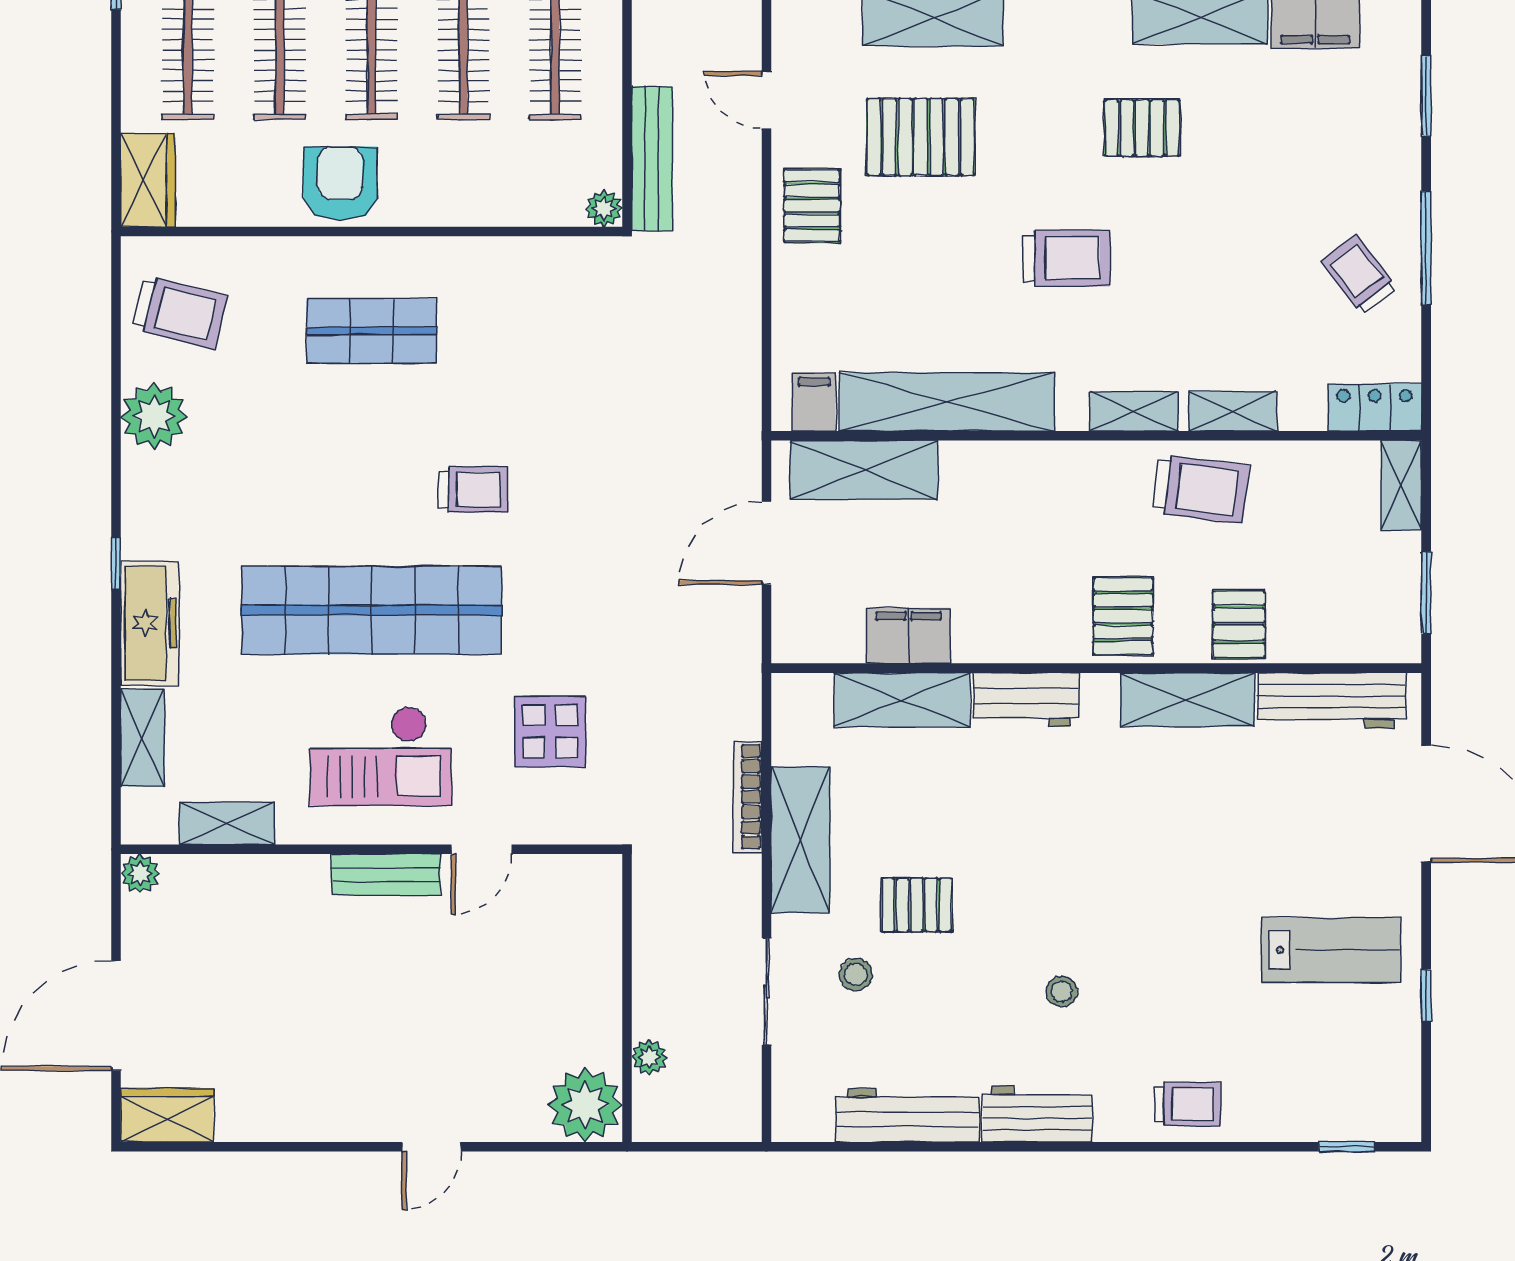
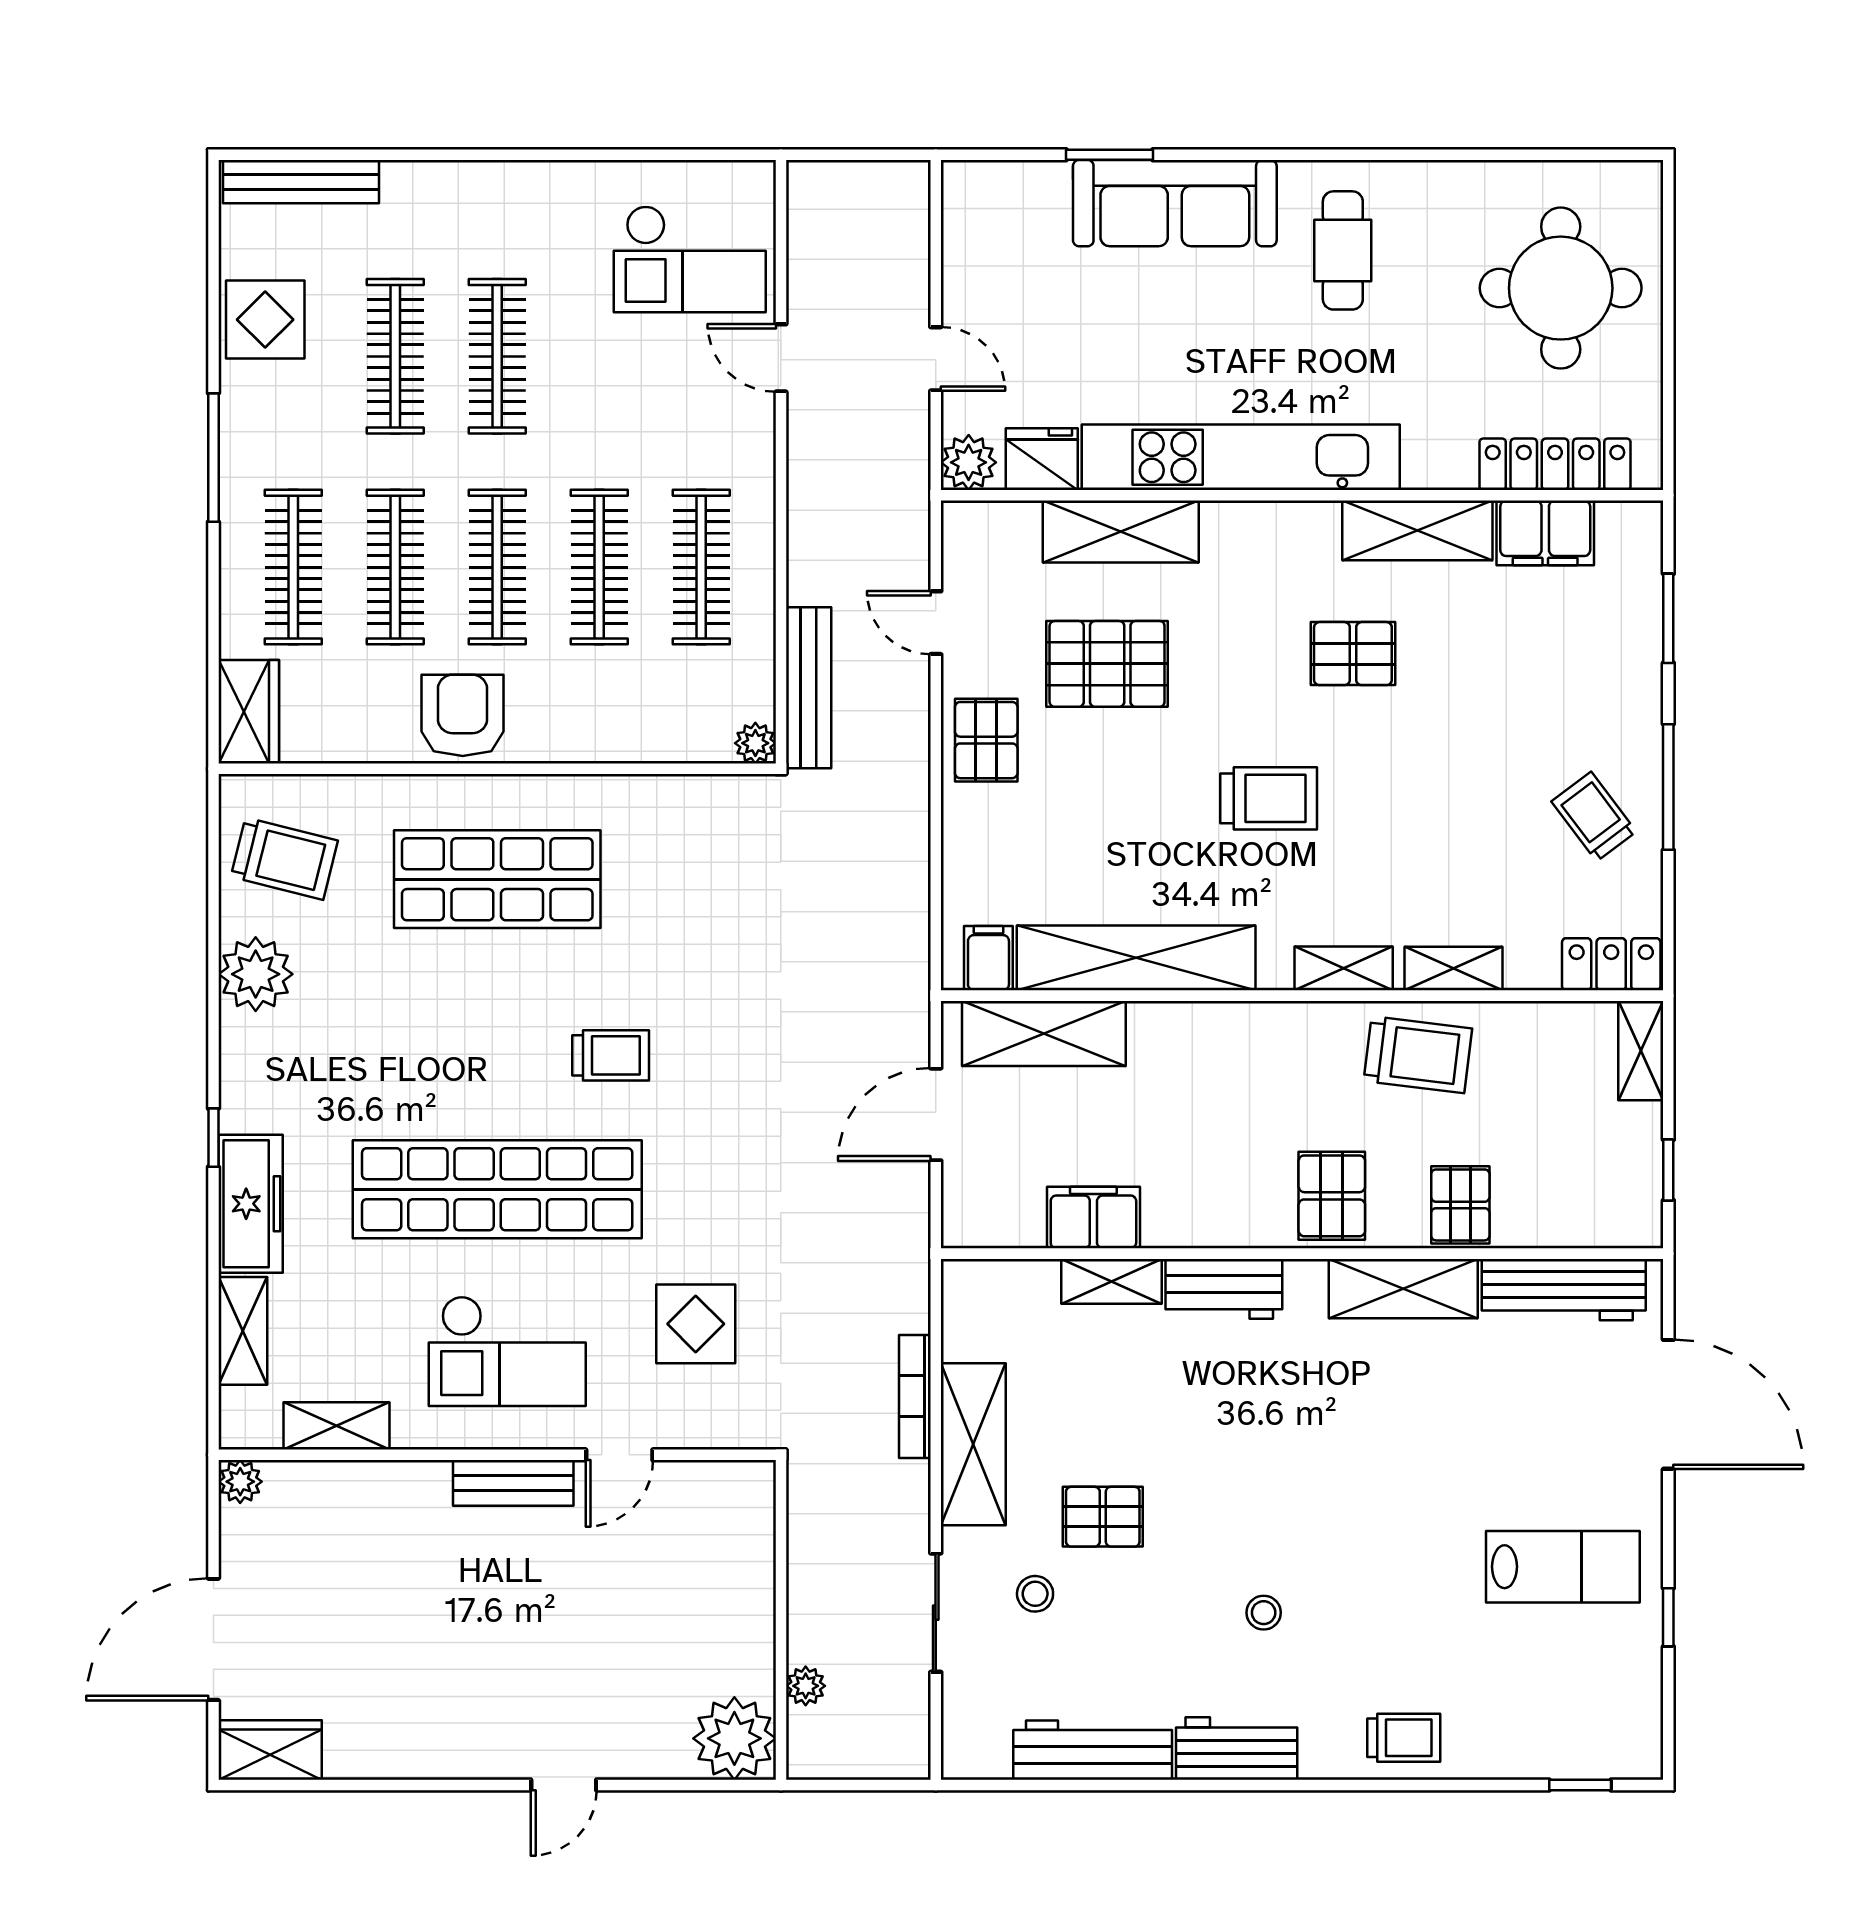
shop shelf: (372, 331) -> (497, 879), width x1.43, depth x1.36
window: (1426, 593) -> (1668, 1170), width x0.67
shelving: (902, 700) -> (1111, 1281), width x0.67, depth x0.75

